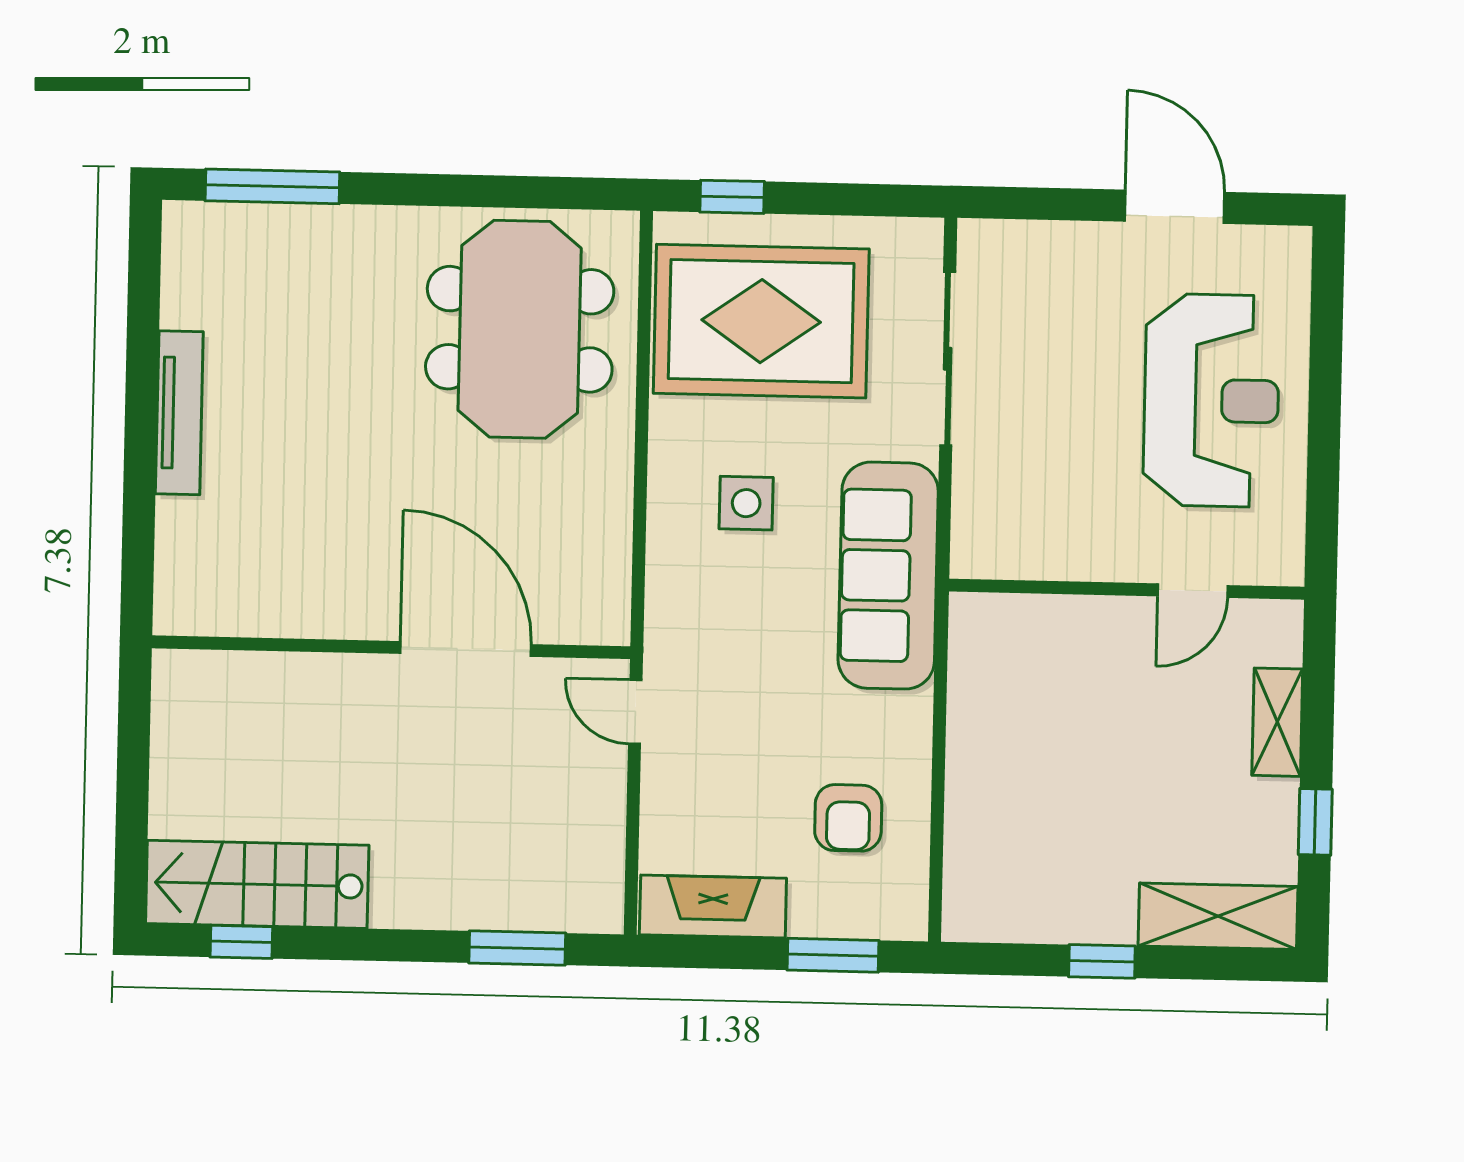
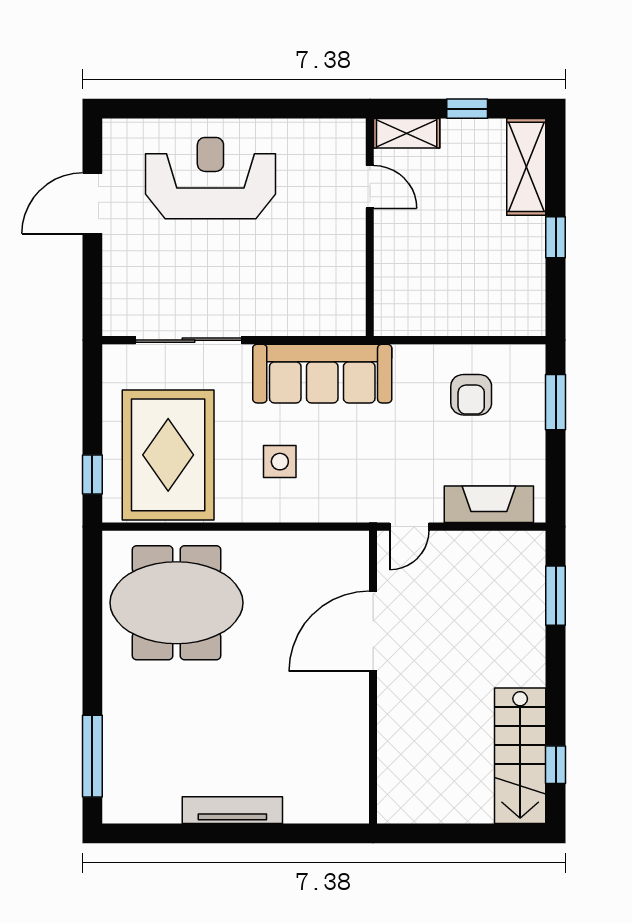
wall: (1127, 589) -> (370, 227), moved
door: (1193, 591) -> (370, 187), moved
armchair: (848, 818) -> (471, 395), turned 90
fireplace: (713, 907) -> (489, 504), moved, turned 90

